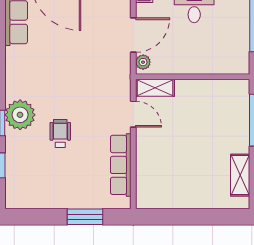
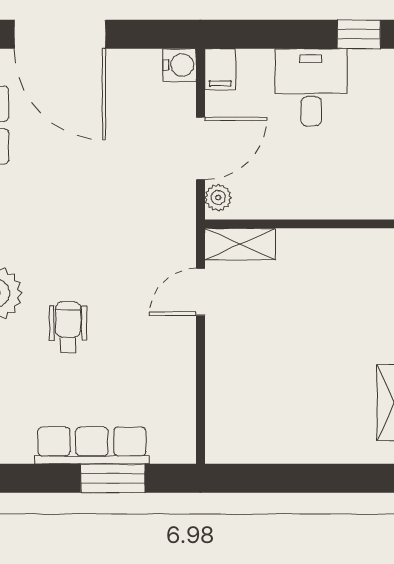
door: (133, 114) -> (200, 292), swing flipped
row of seats: (121, 165) -> (92, 445), moved, turned 90

